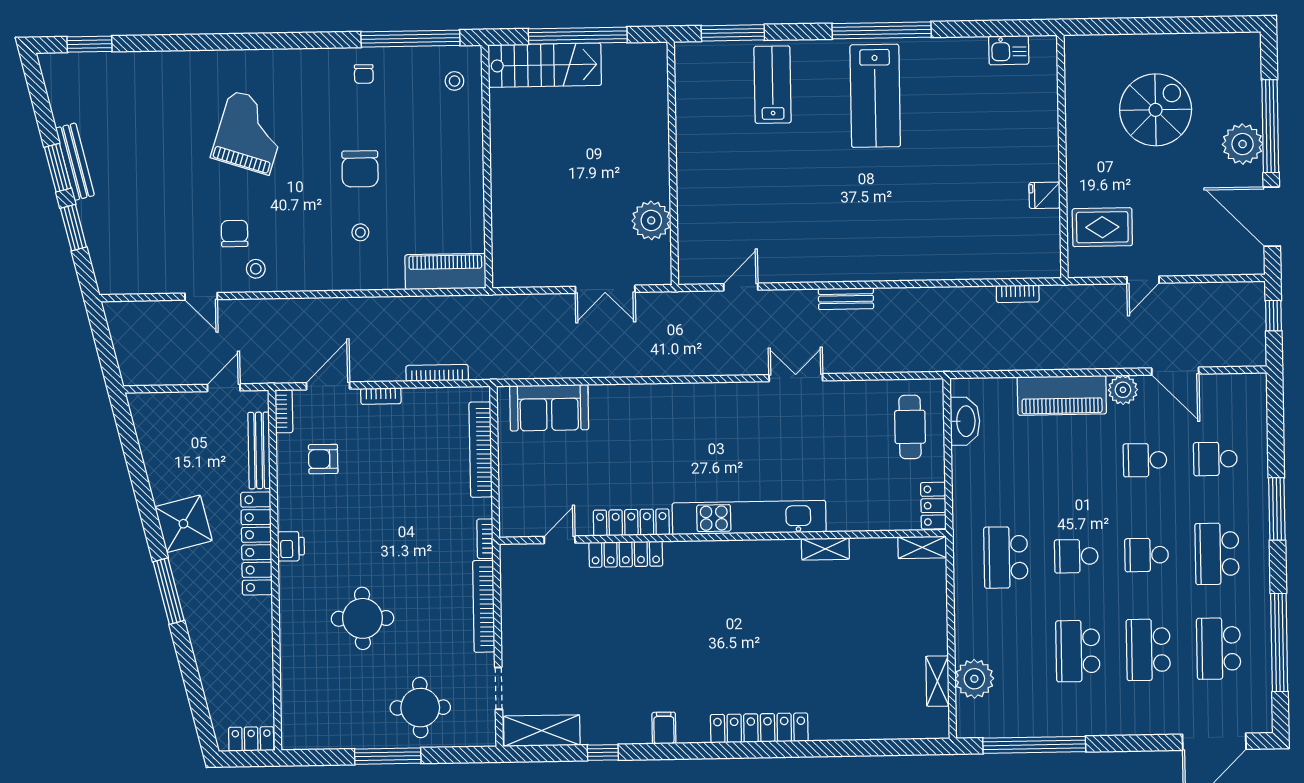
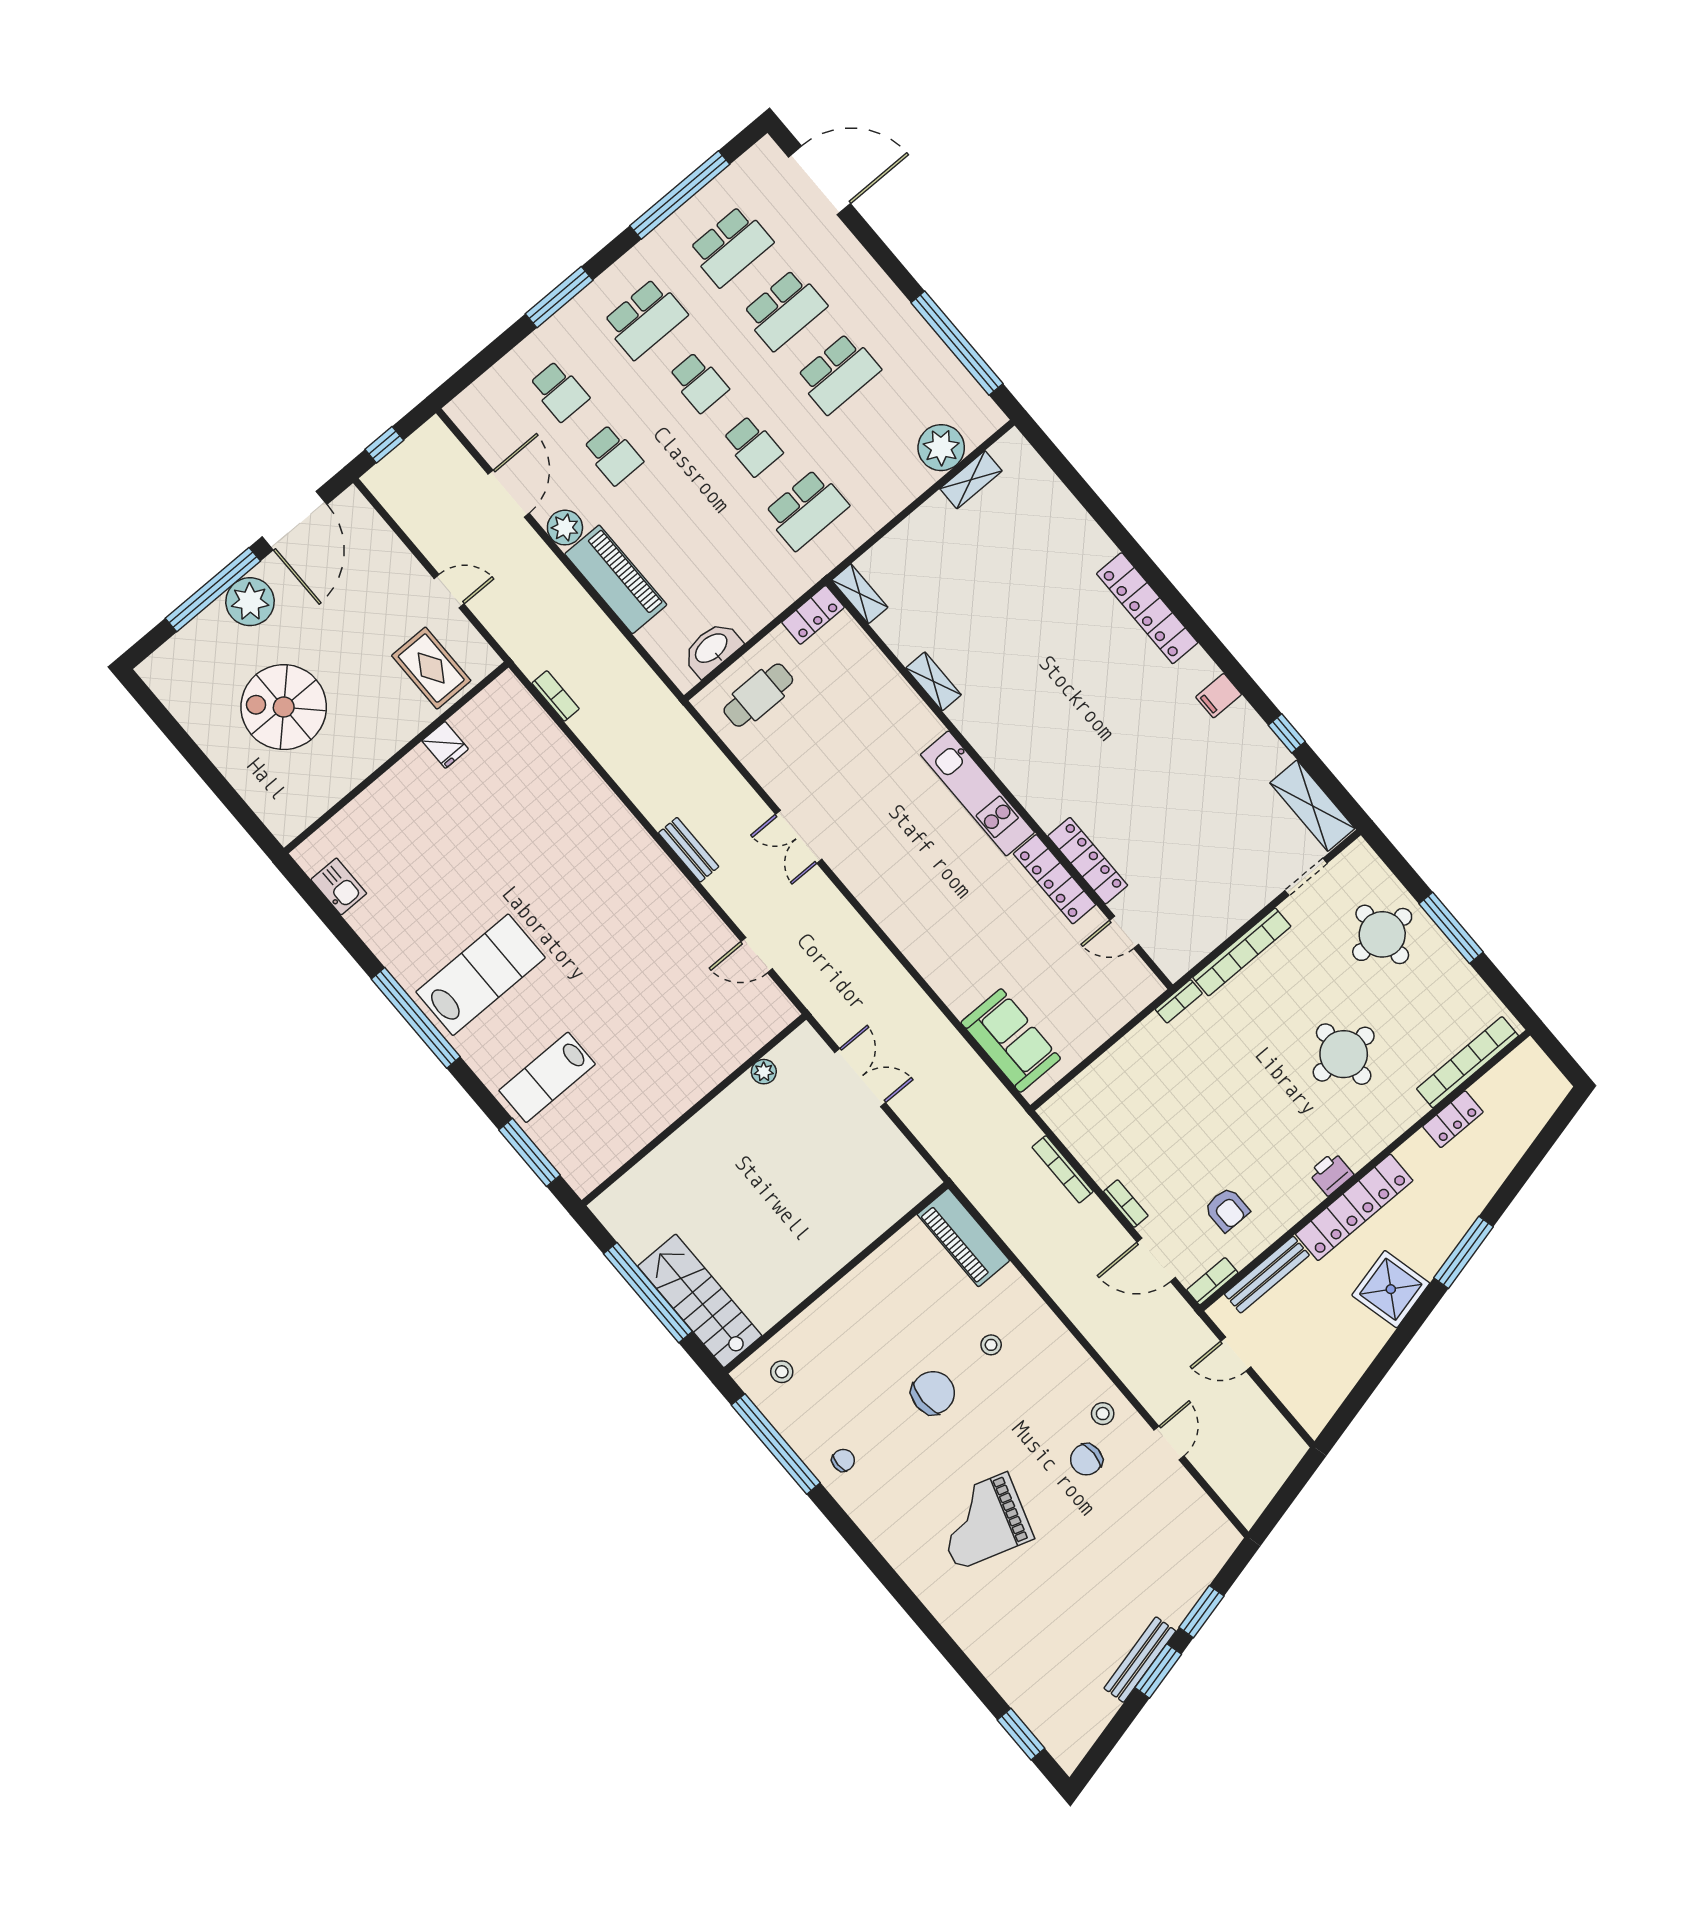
plant: (651, 220) -> (764, 1072), width x0.53, depth x0.53
bookcase: (481, 450) -> (1467, 1062), moved, turned 180
kitchen unit: (749, 517) -> (977, 793), width x0.73
locker: (251, 739) -> (1453, 1119), moved, turned -90

